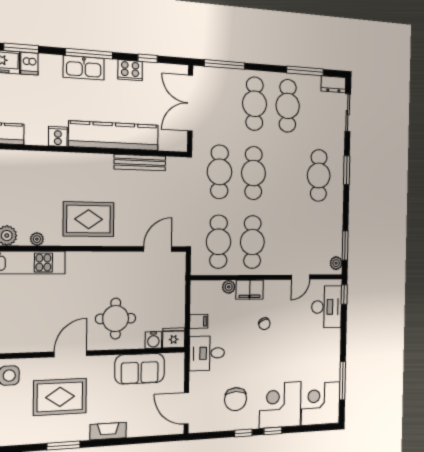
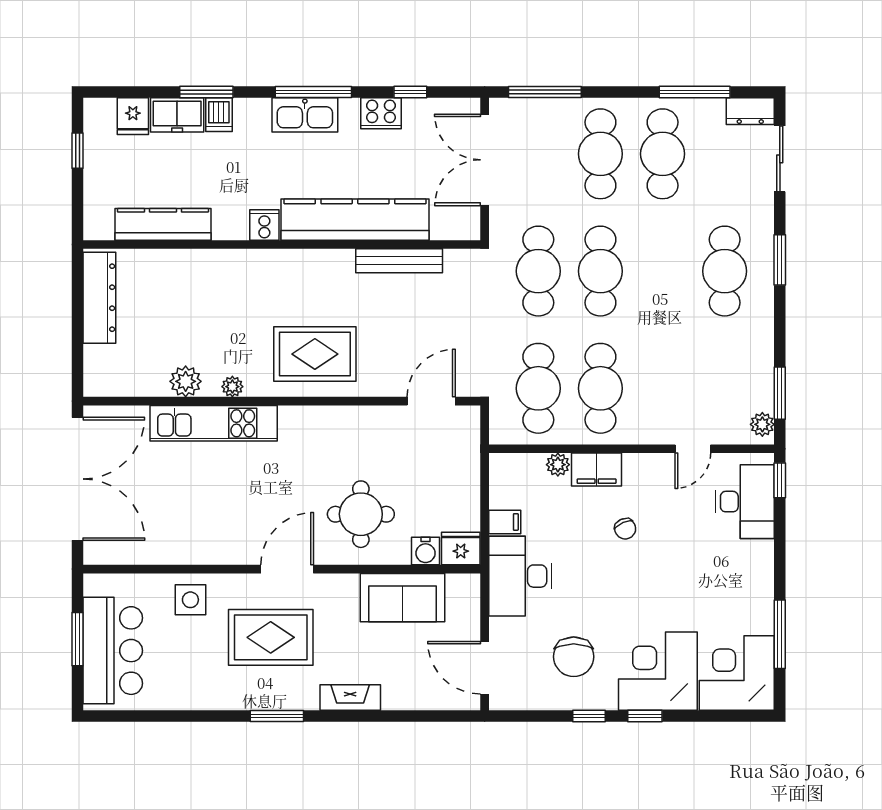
desk: (207, 353) -> (520, 576), width x1.37

